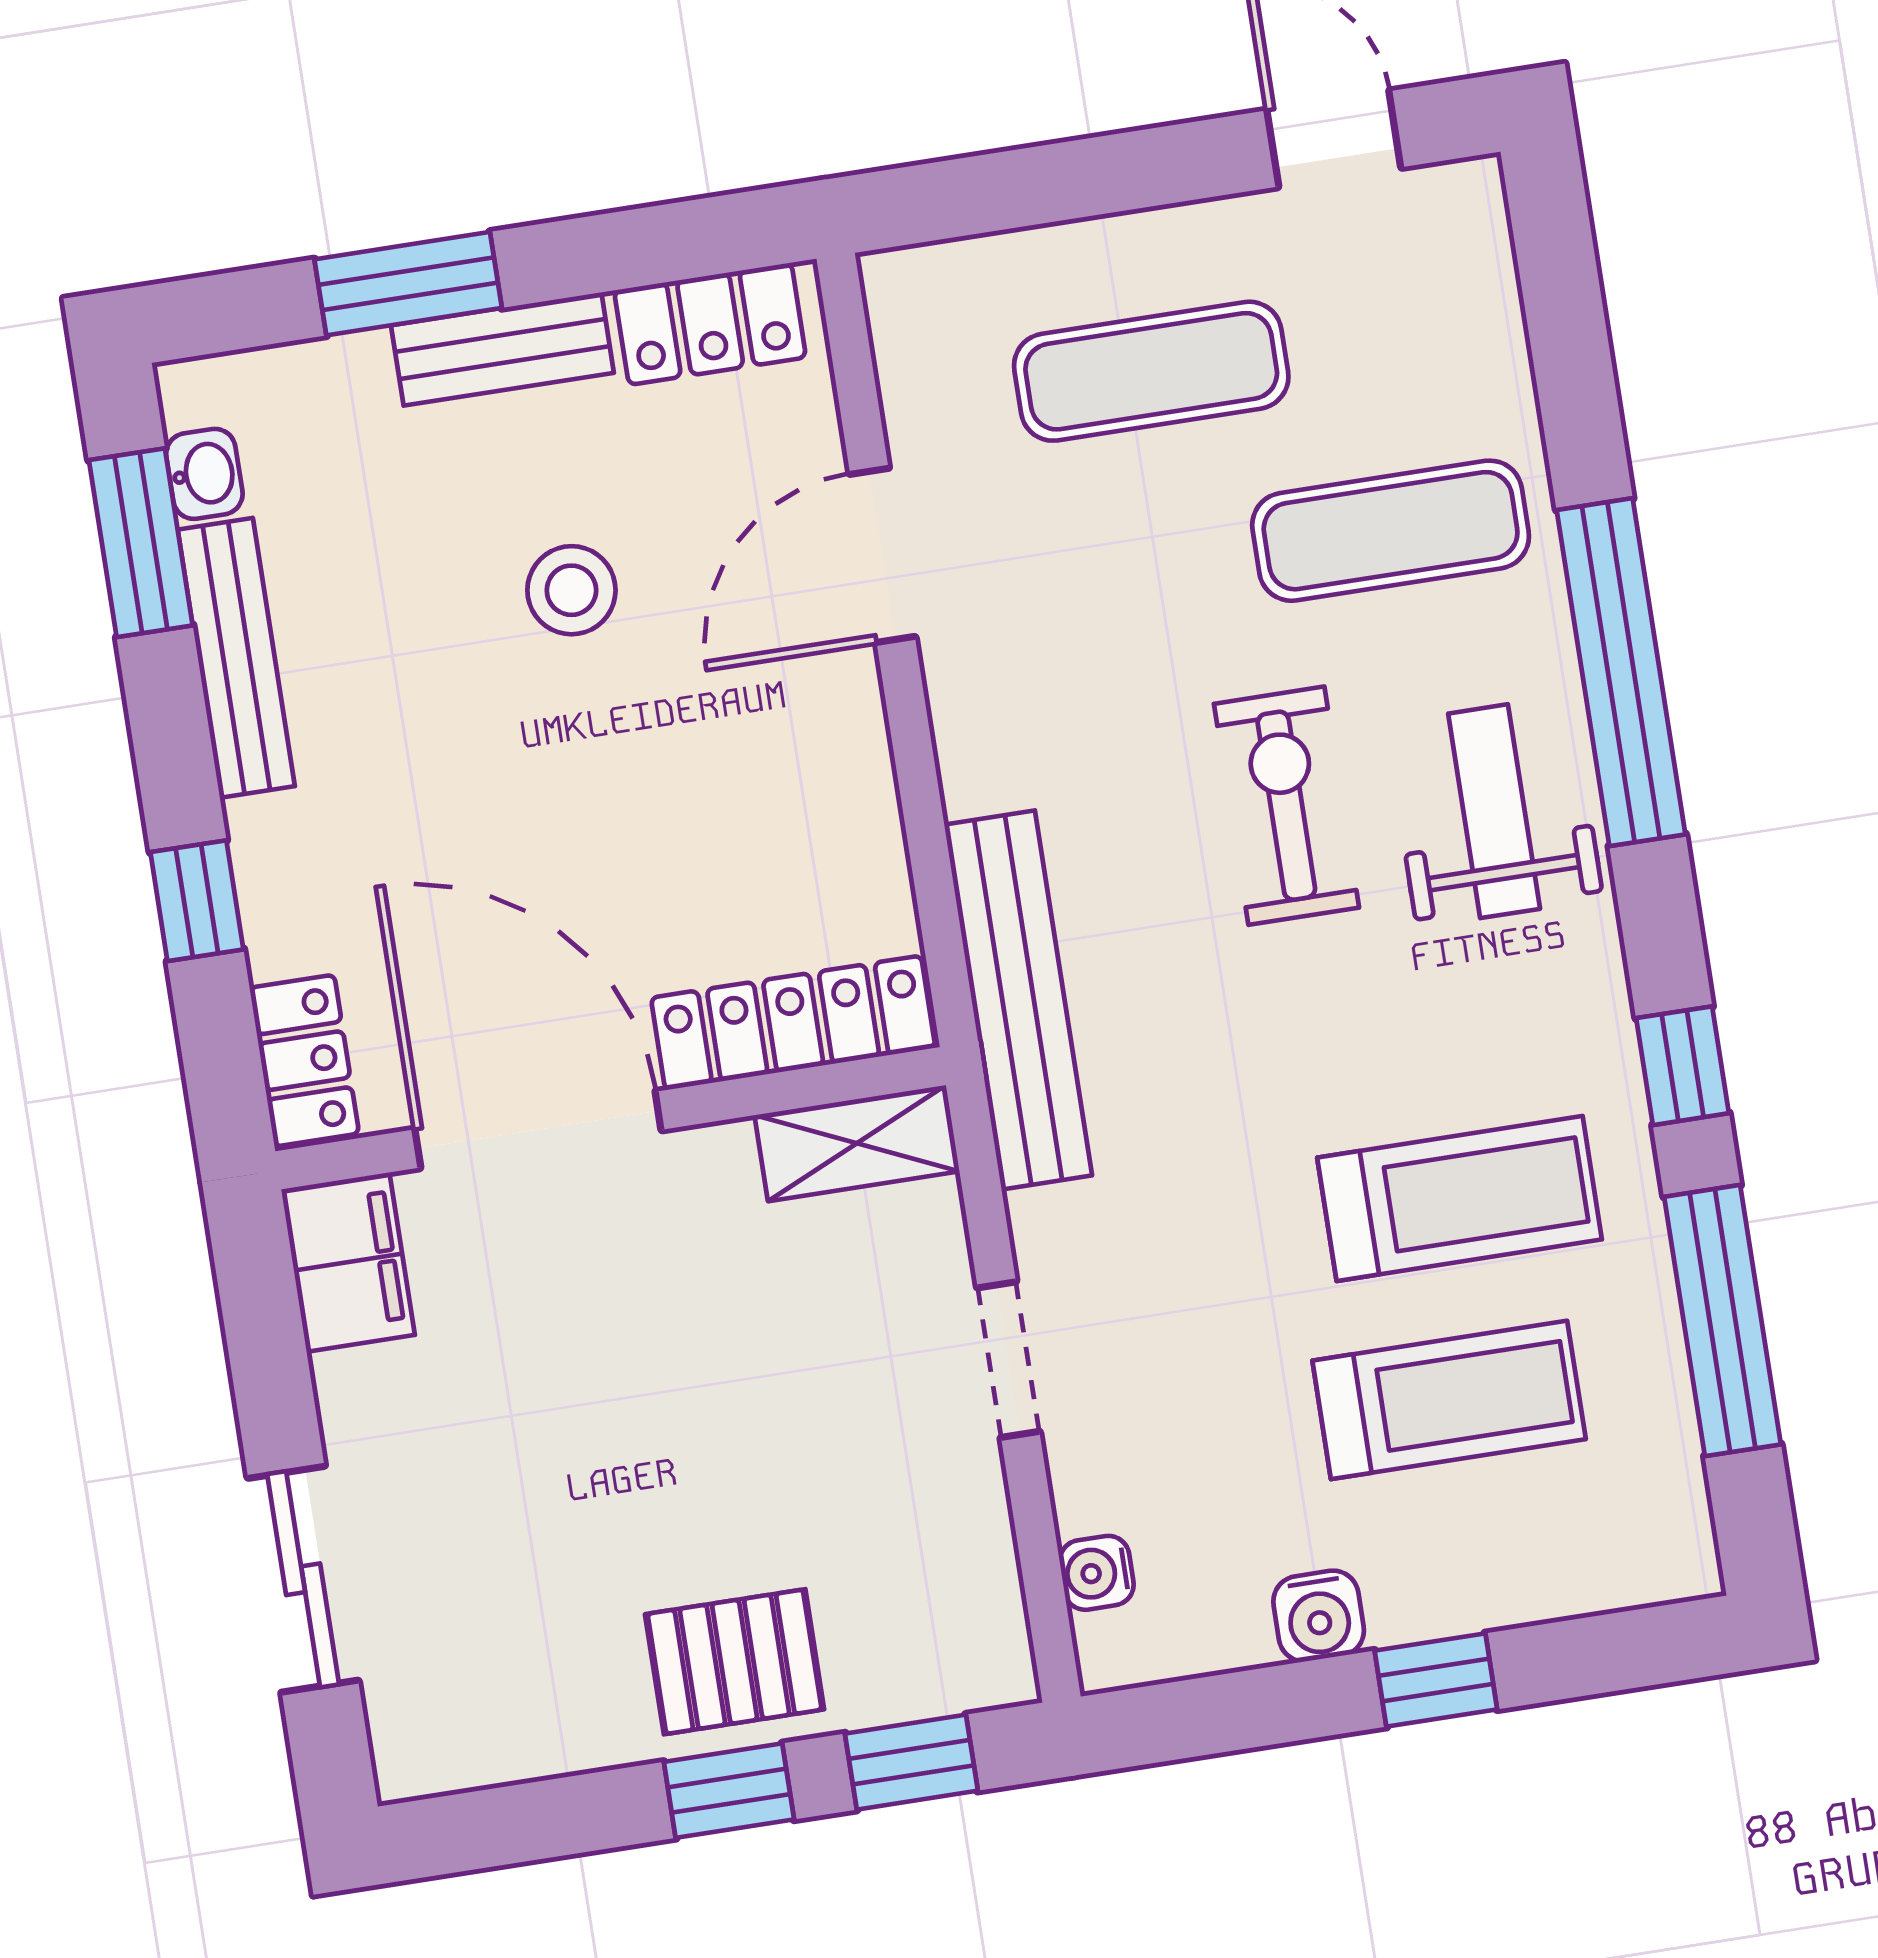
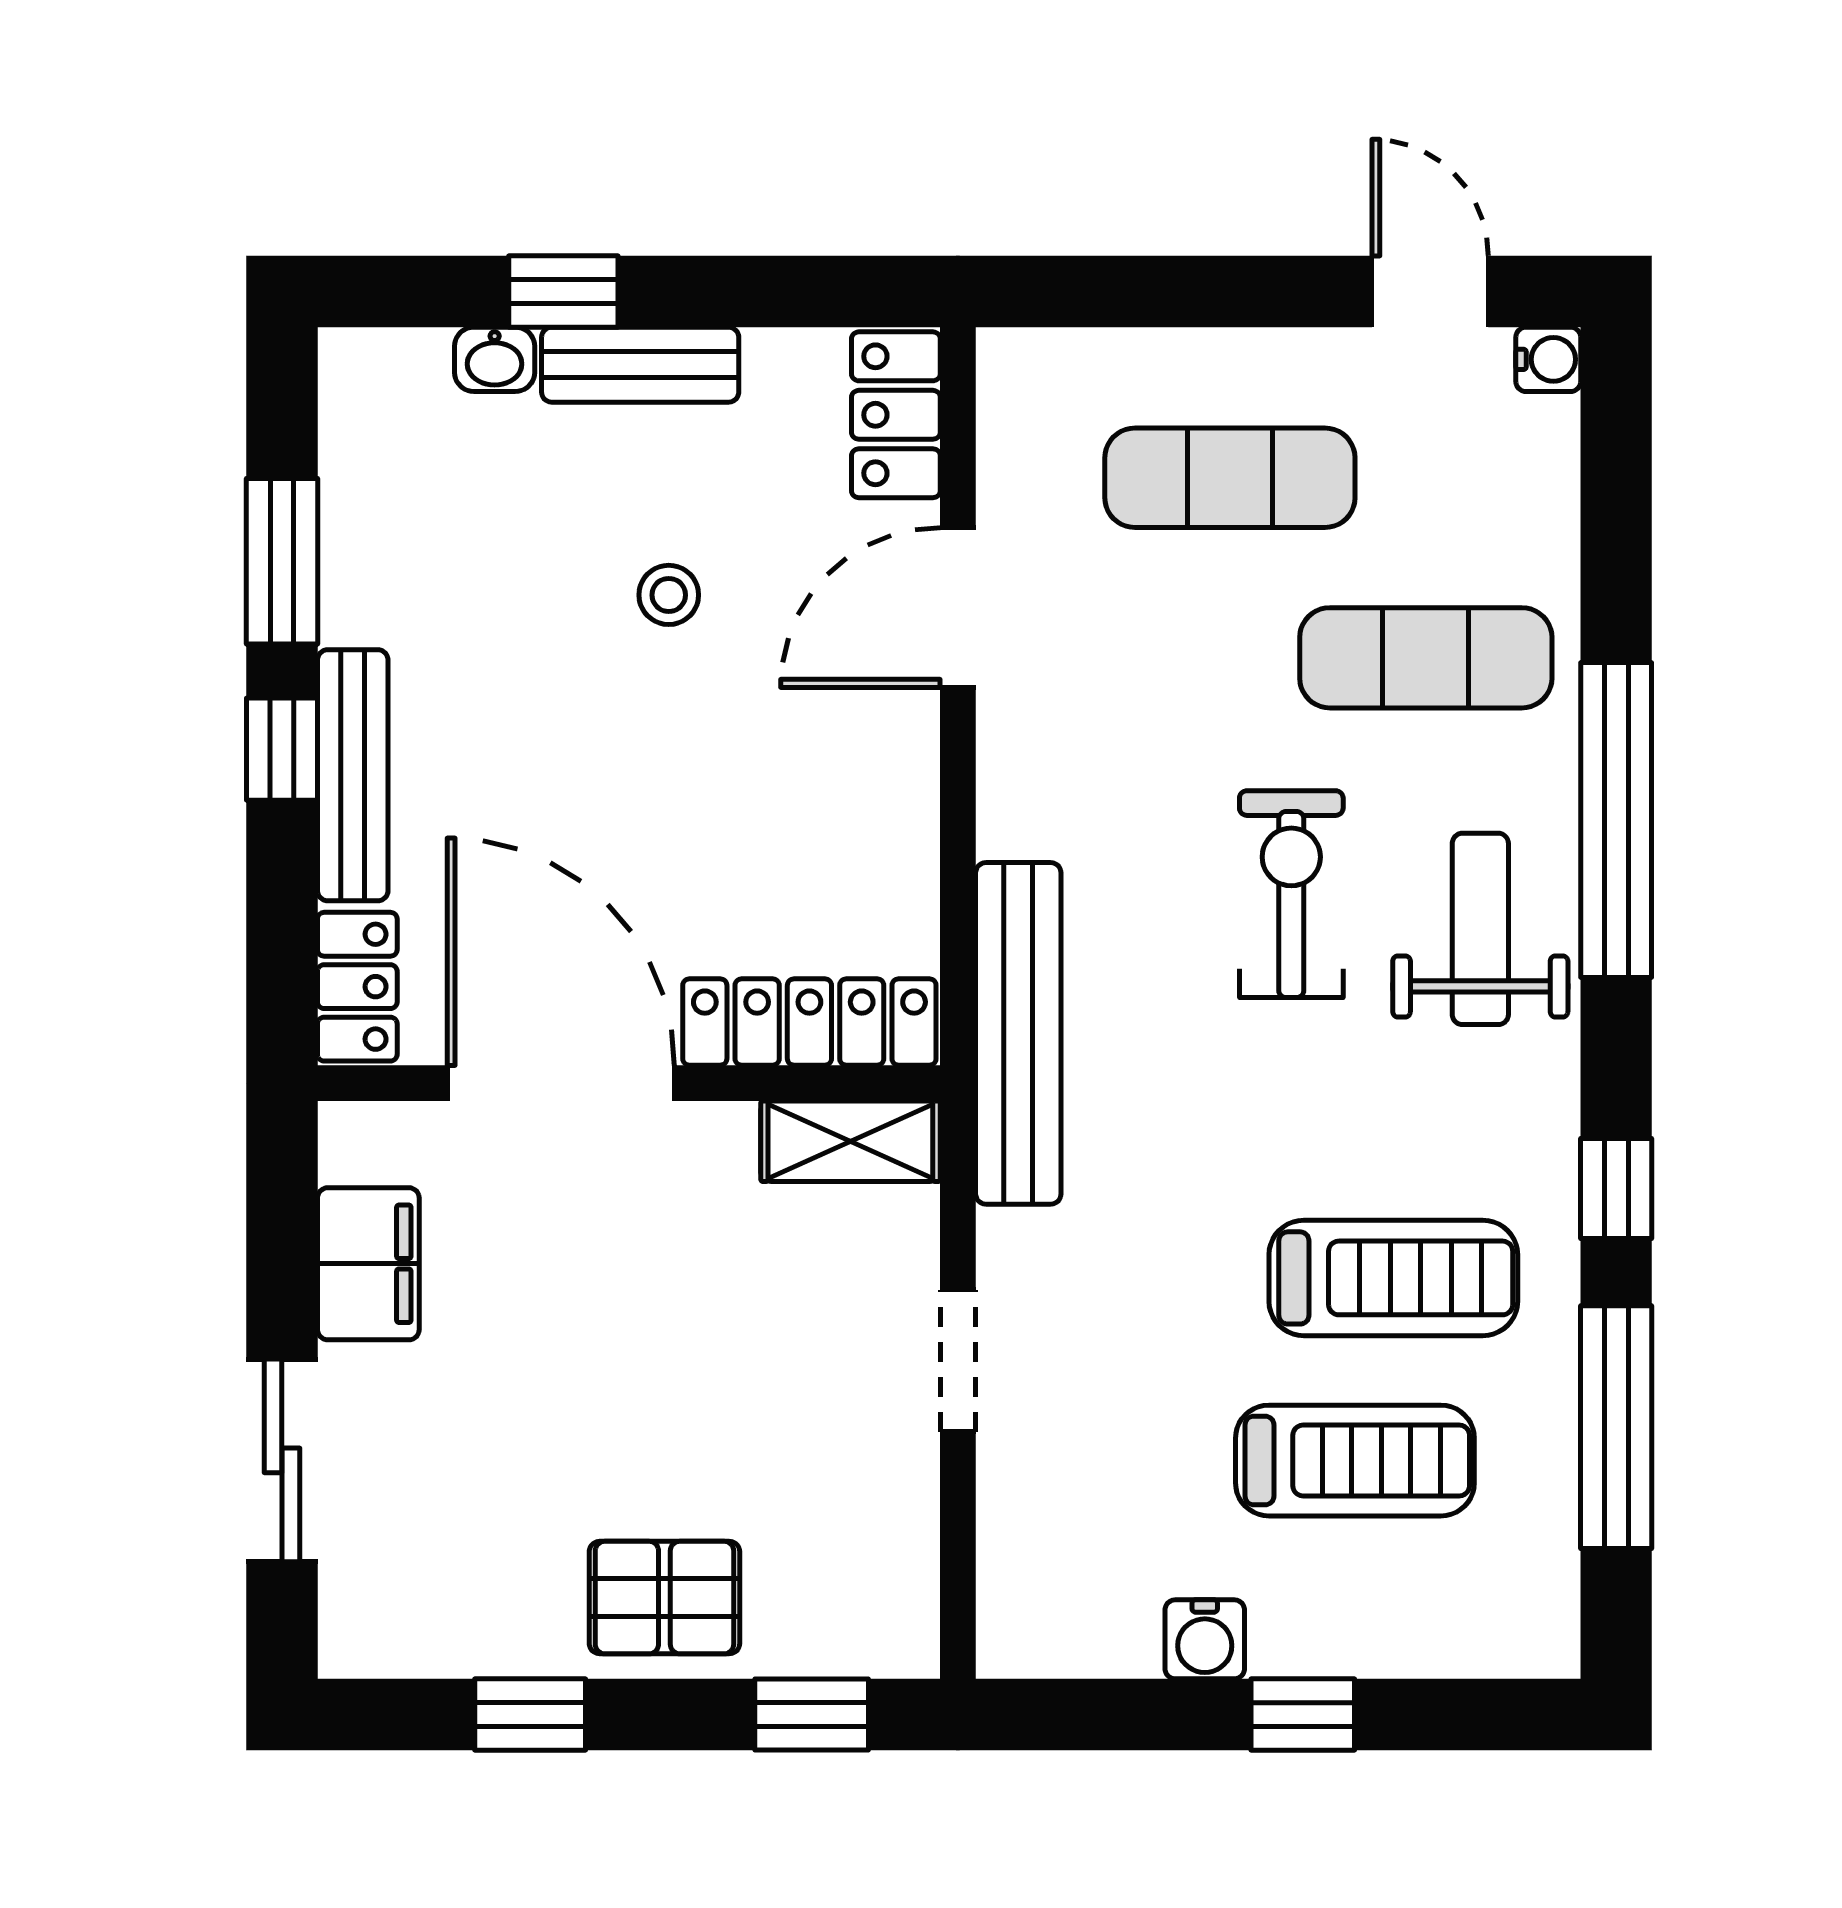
window: (408, 284) -> (563, 291), width x0.67
locker: (710, 324) -> (896, 415), moved, turned 90
washbasin: (204, 474) -> (495, 359), moved, turned 90
window: (141, 543) -> (282, 561), moved
stool: (571, 590) -> (669, 595), width x0.73, depth x0.73
bench: (236, 658) -> (353, 775), moved
window: (197, 901) -> (282, 749), moved
filing cabinet: (348, 1262) -> (368, 1264), moved
water cooler: (1097, 1573) -> (1548, 359), moved, turned 180
window: (729, 1791) -> (530, 1715), moved

